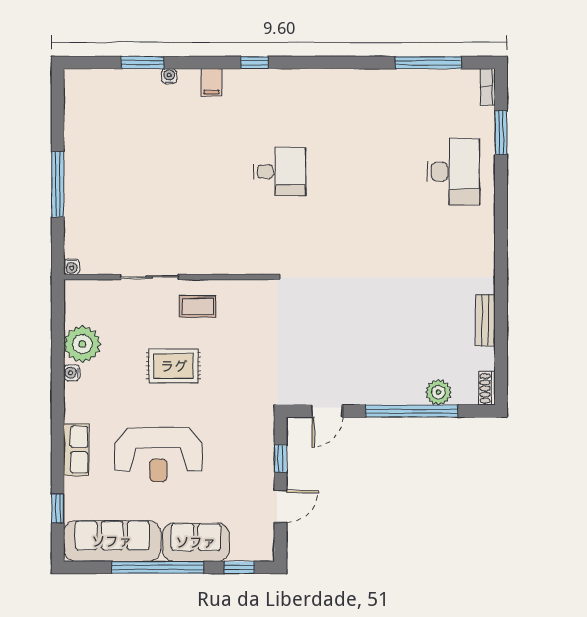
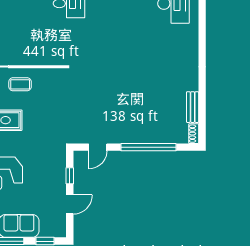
bench: (485, 320) -> (193, 107), moved
plant: (438, 392) -> (165, 136), removed

